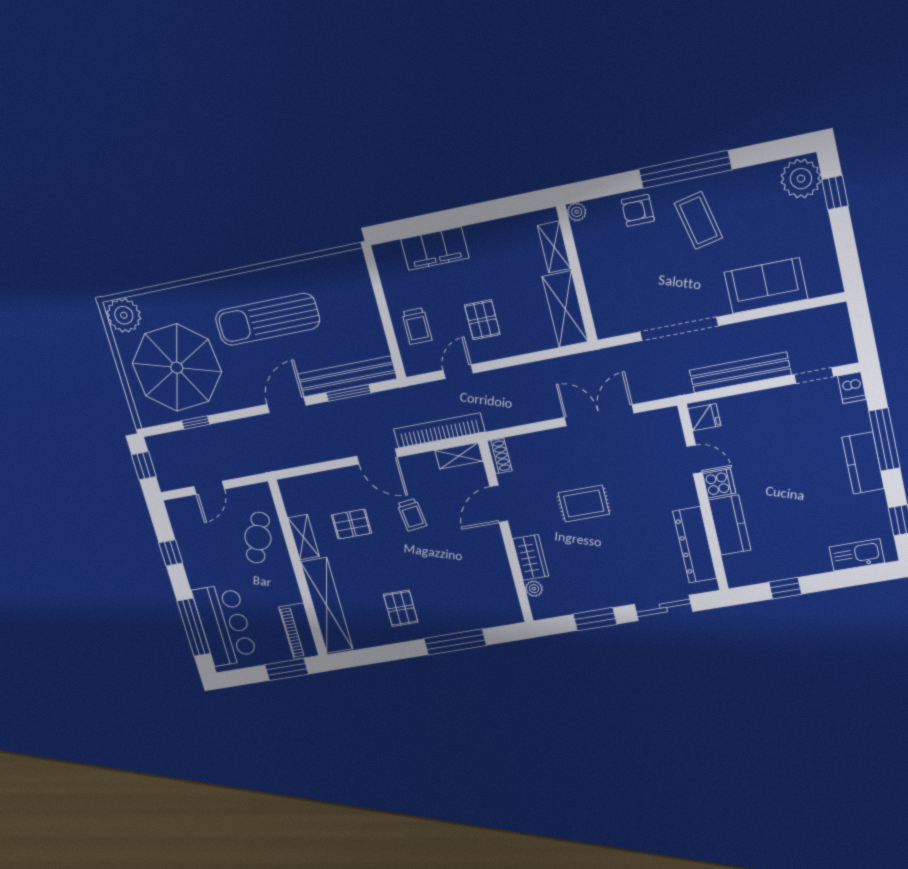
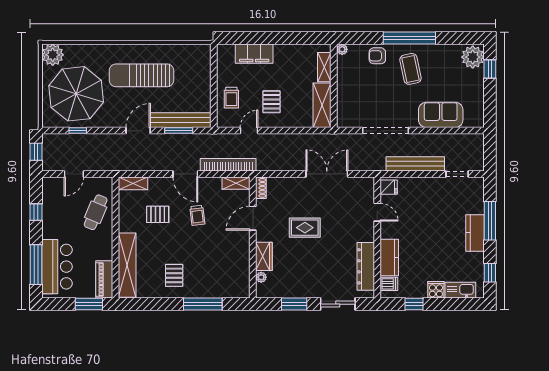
dishwasher: (852, 388) -> (389, 284), moved, turned -90
cooker: (719, 483) -> (436, 290), moved, turned -90
shelving: (304, 537) -> (133, 183), moved, turned 90

